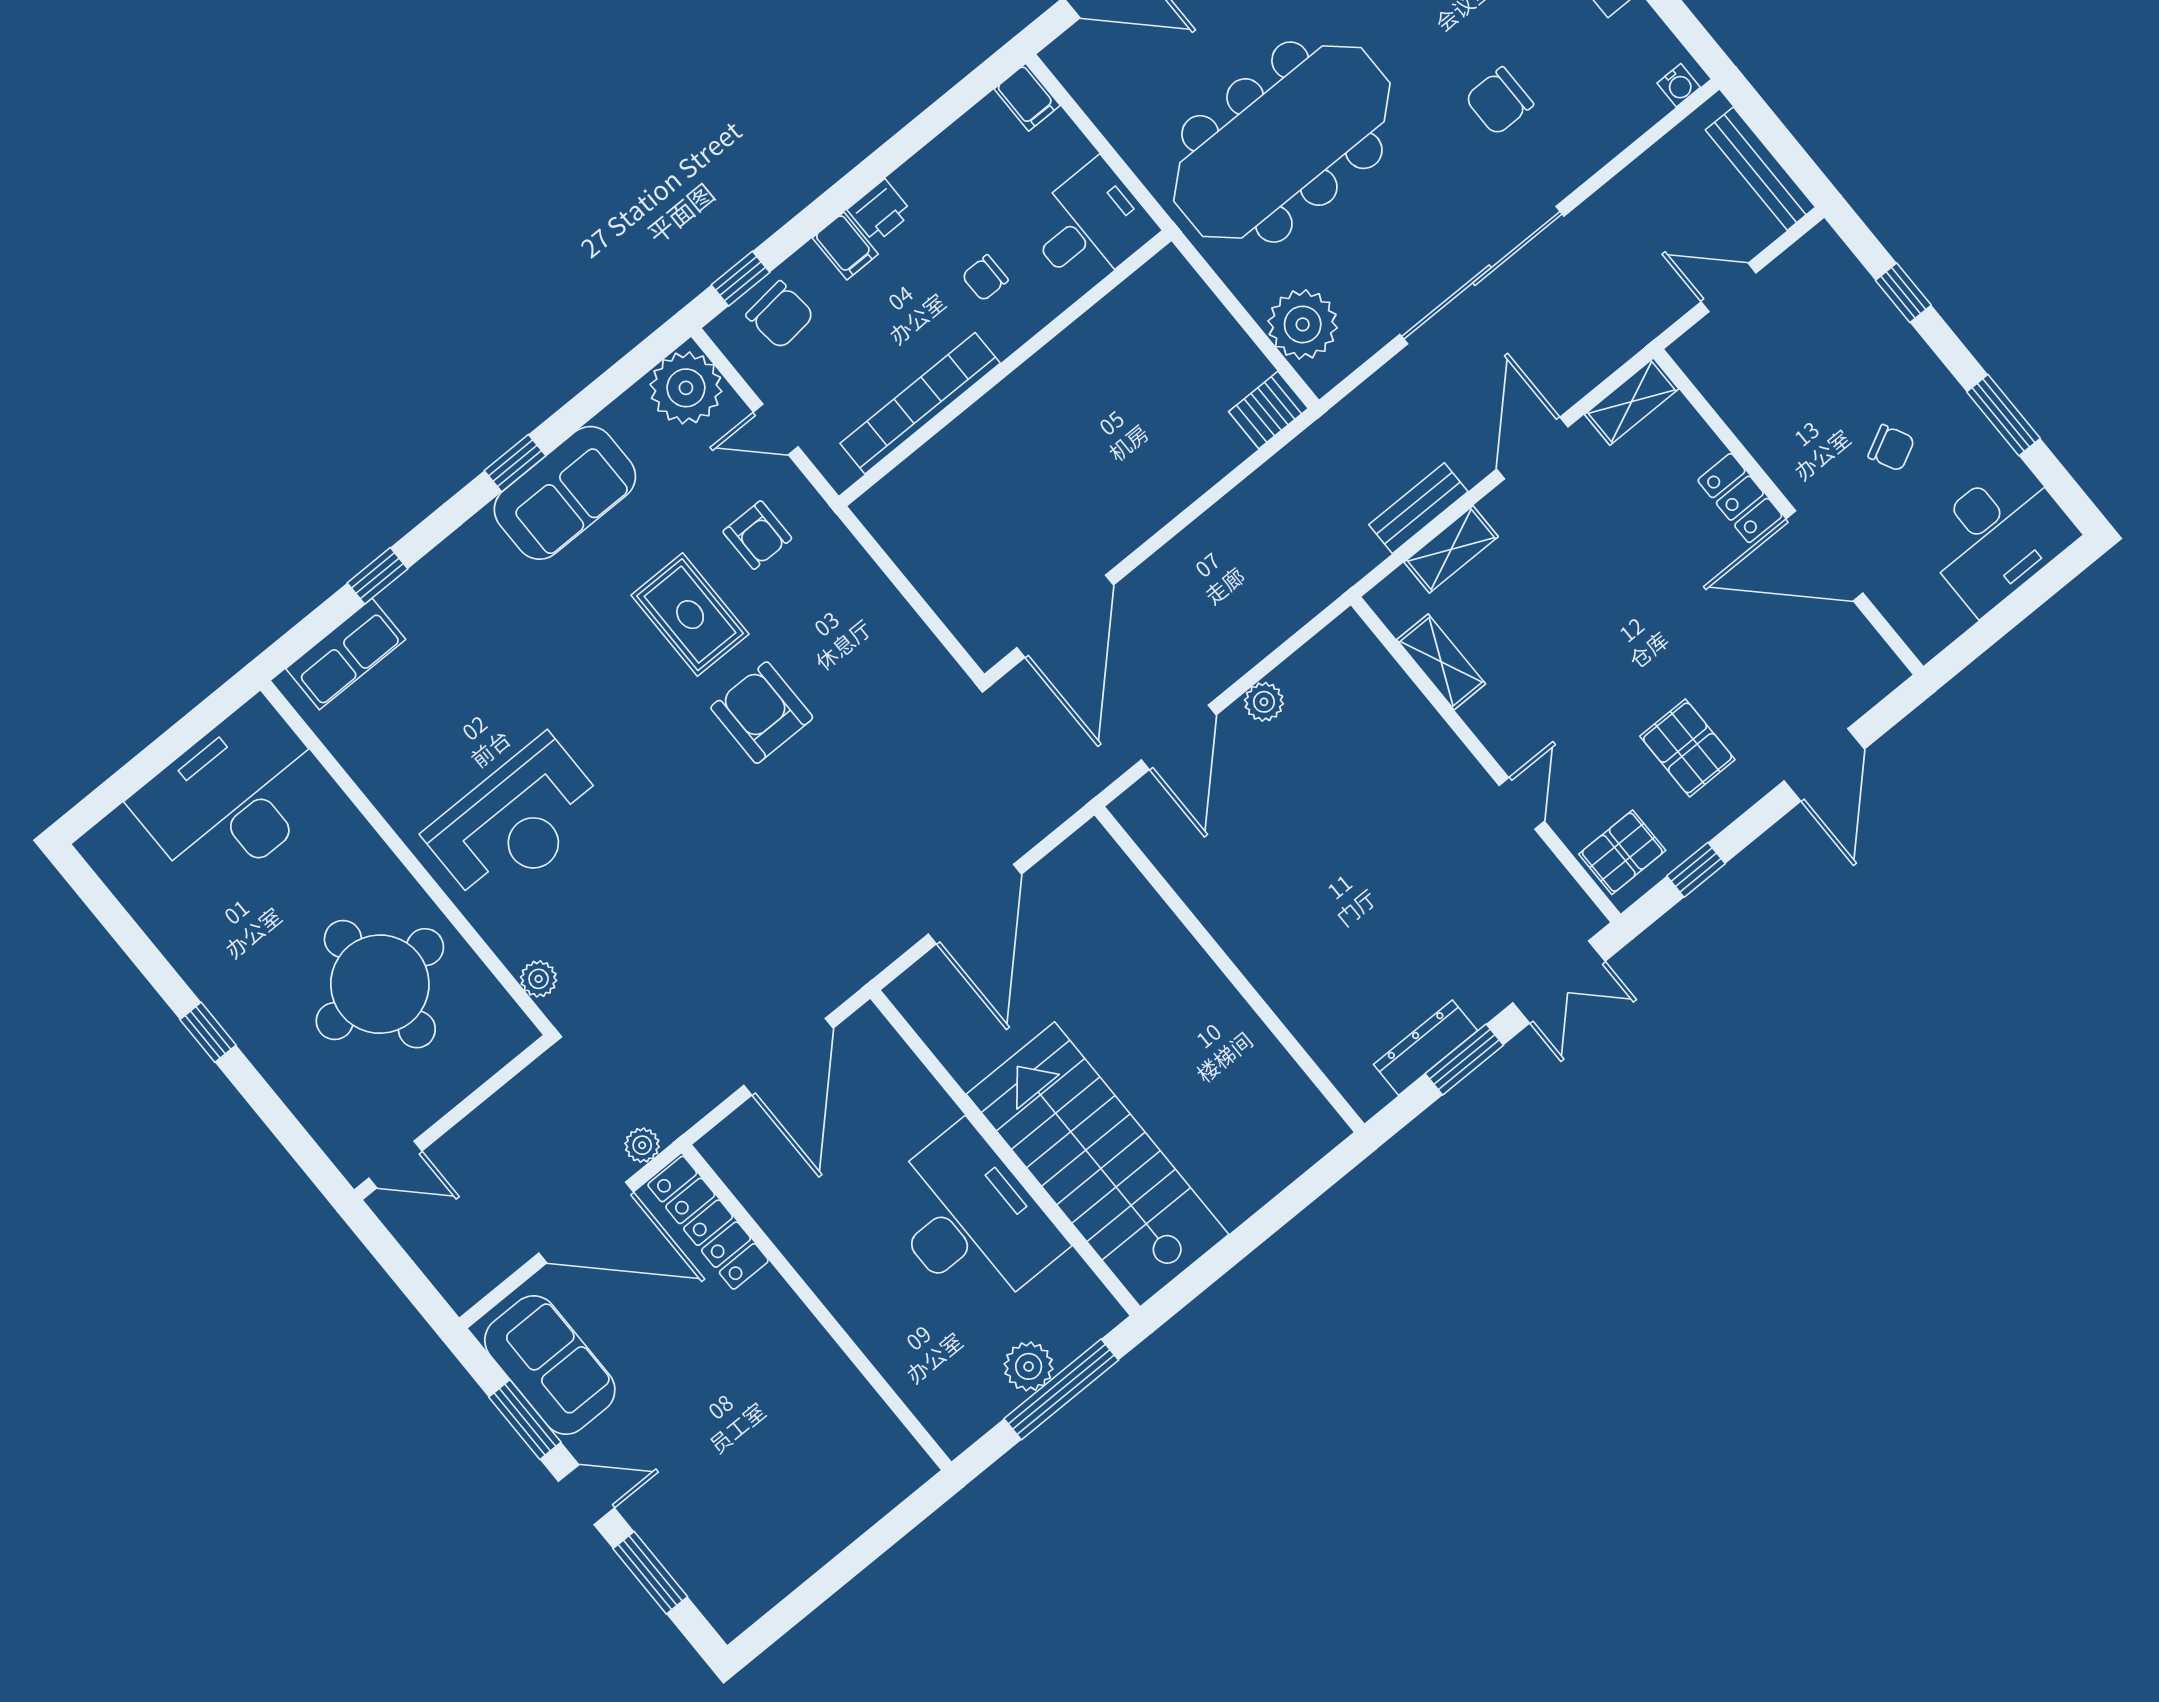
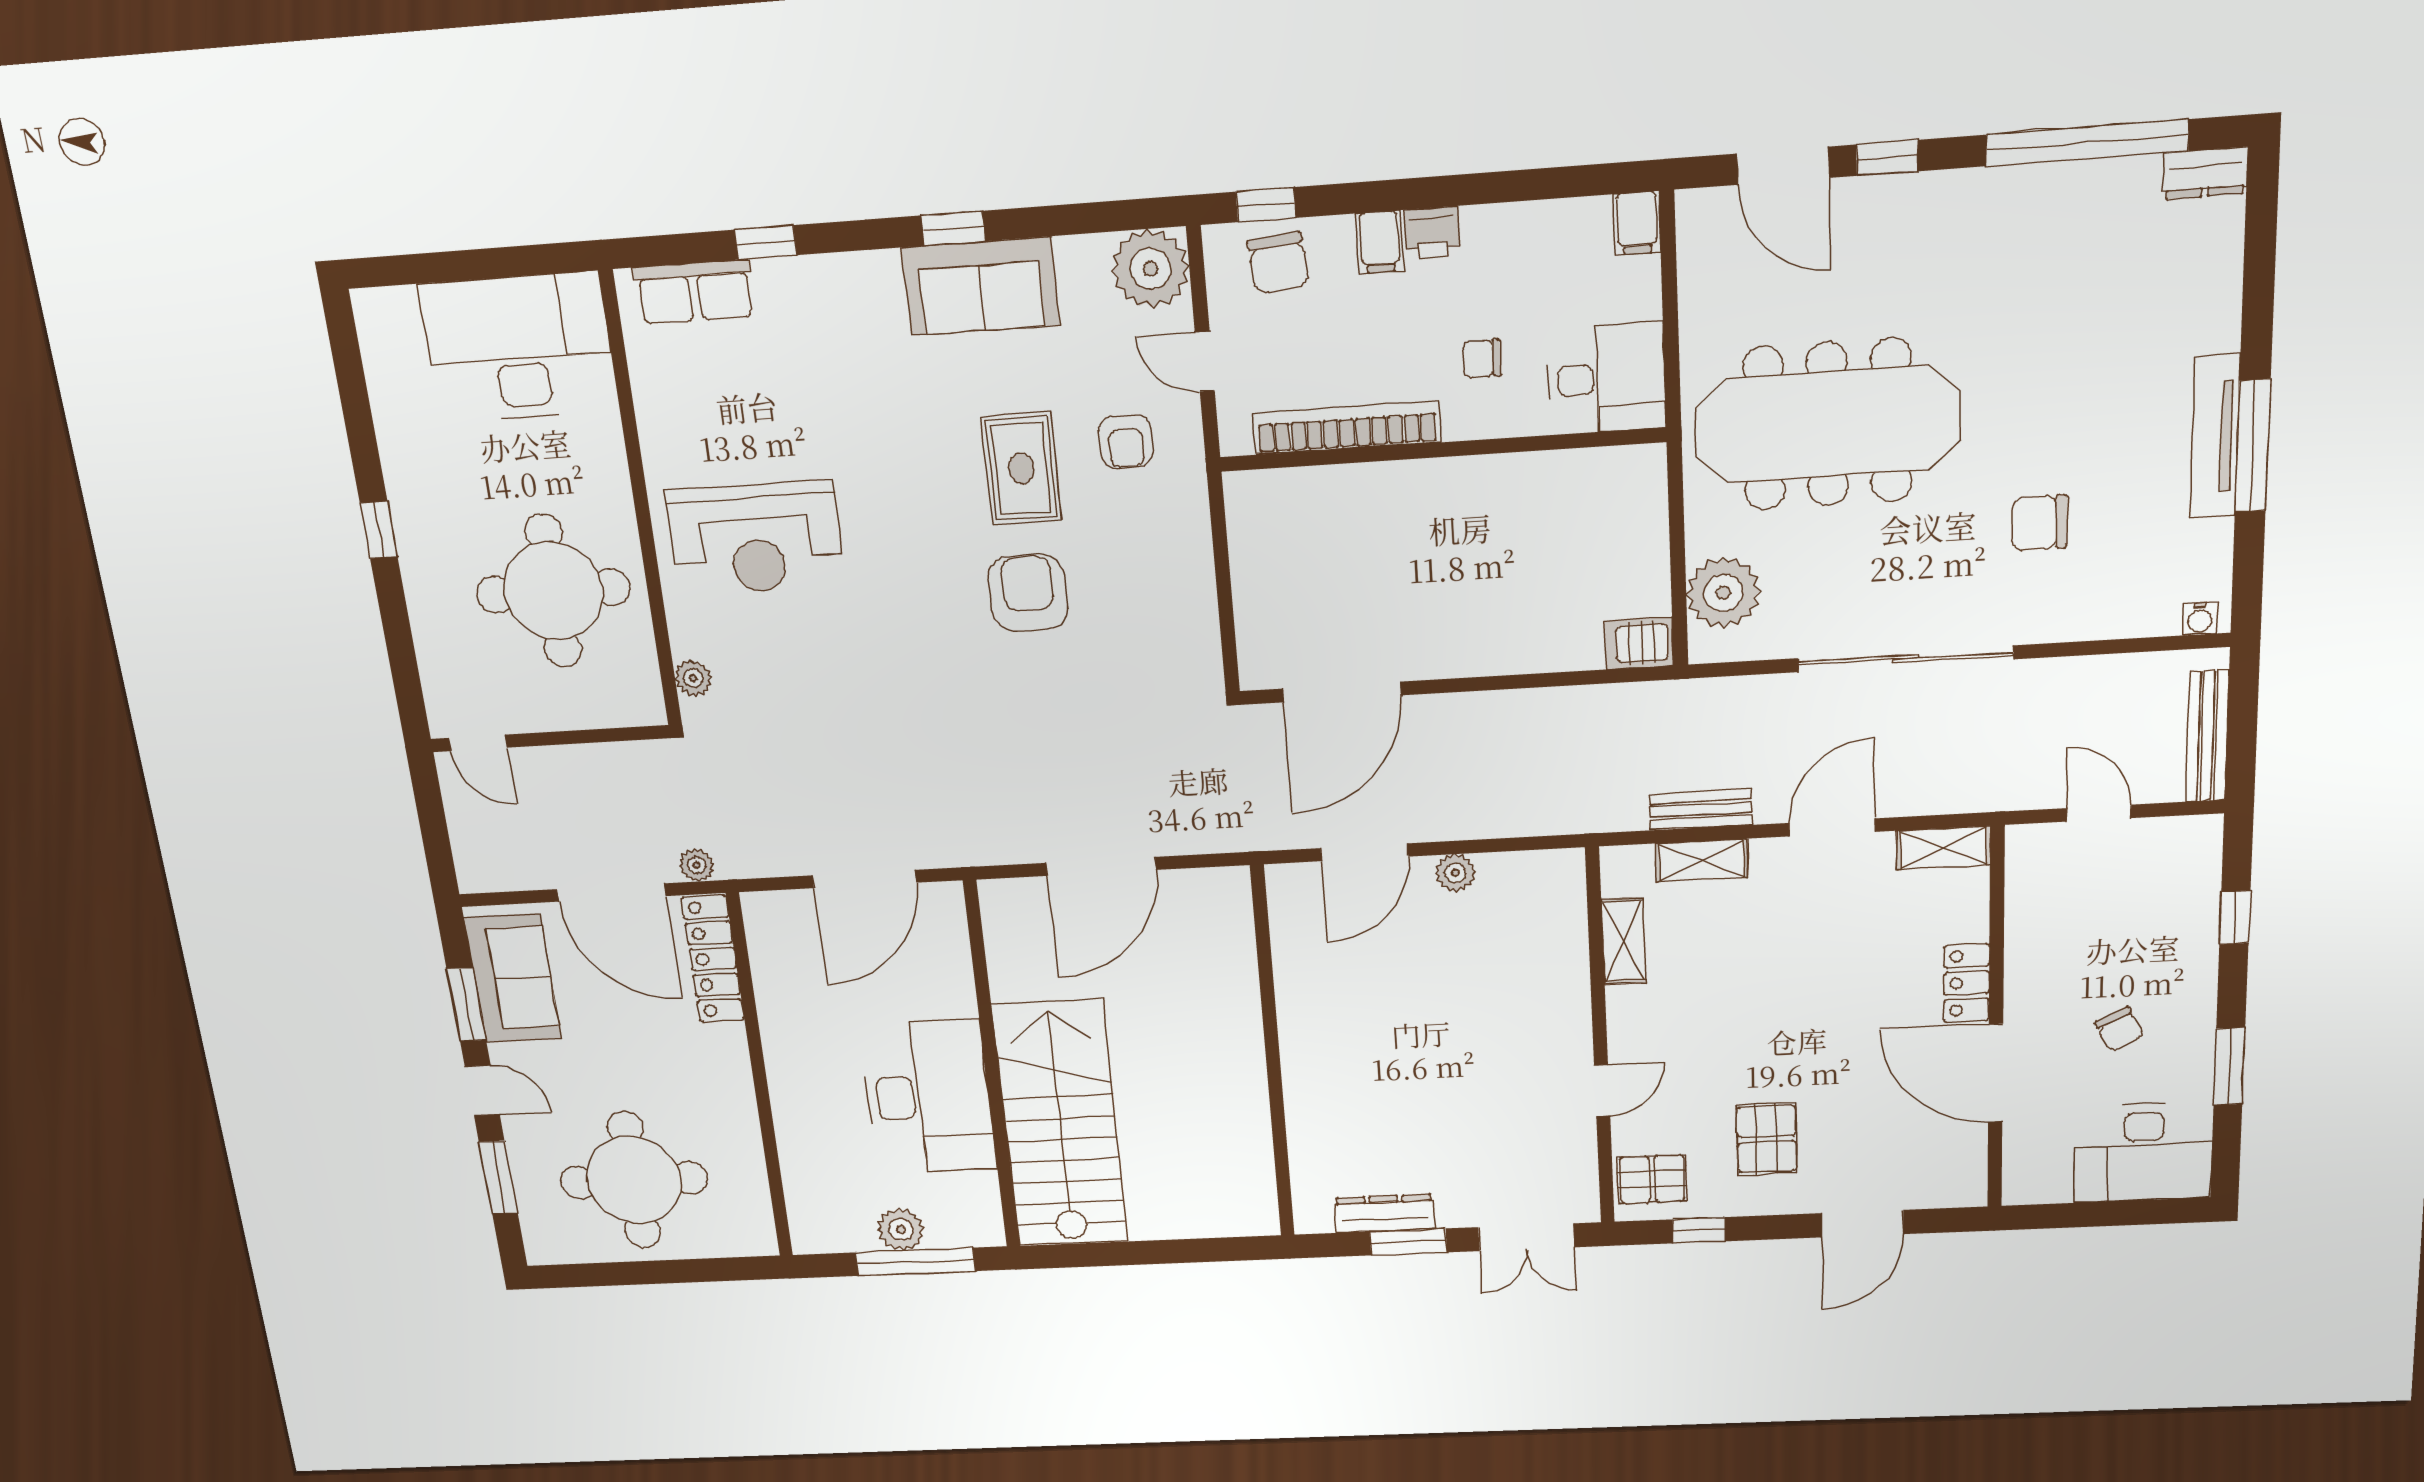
round table: (769, 1488) -> (634, 1180), added

